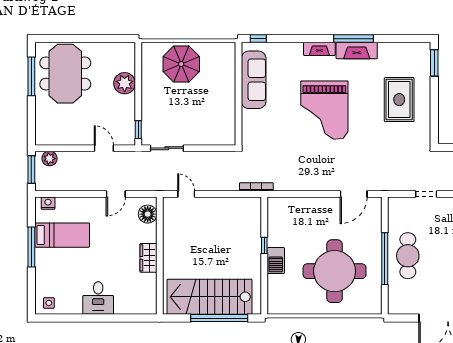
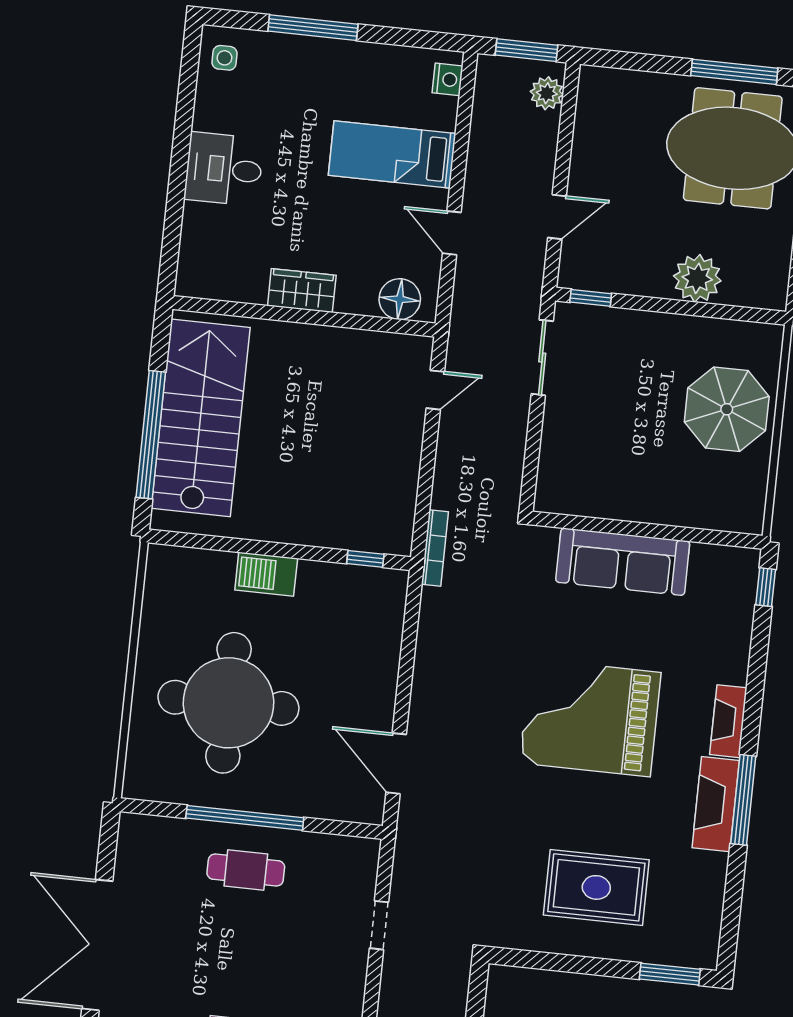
sofa: (254, 80) -> (623, 562), moved
bed: (62, 235) -> (392, 154), moved, turned 90
window: (264, 245) -> (365, 559), moved
window: (31, 247) -> (313, 28), moved
cafe table: (408, 256) -> (246, 870), width x0.73, depth x0.74

